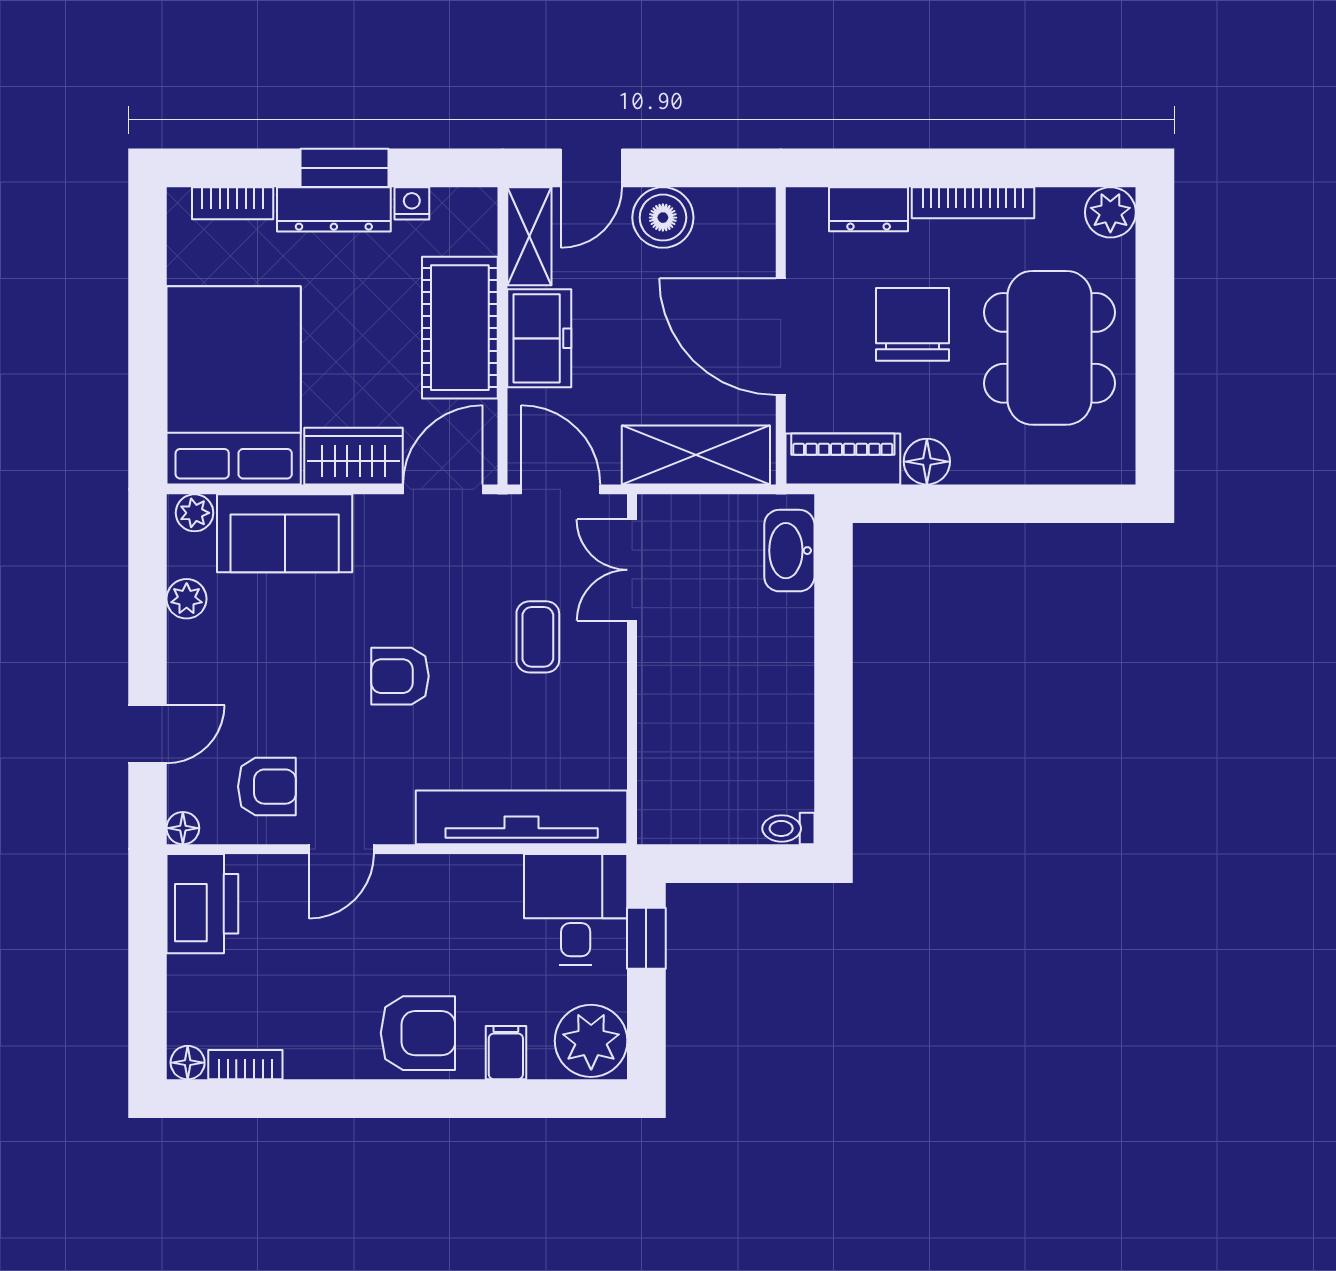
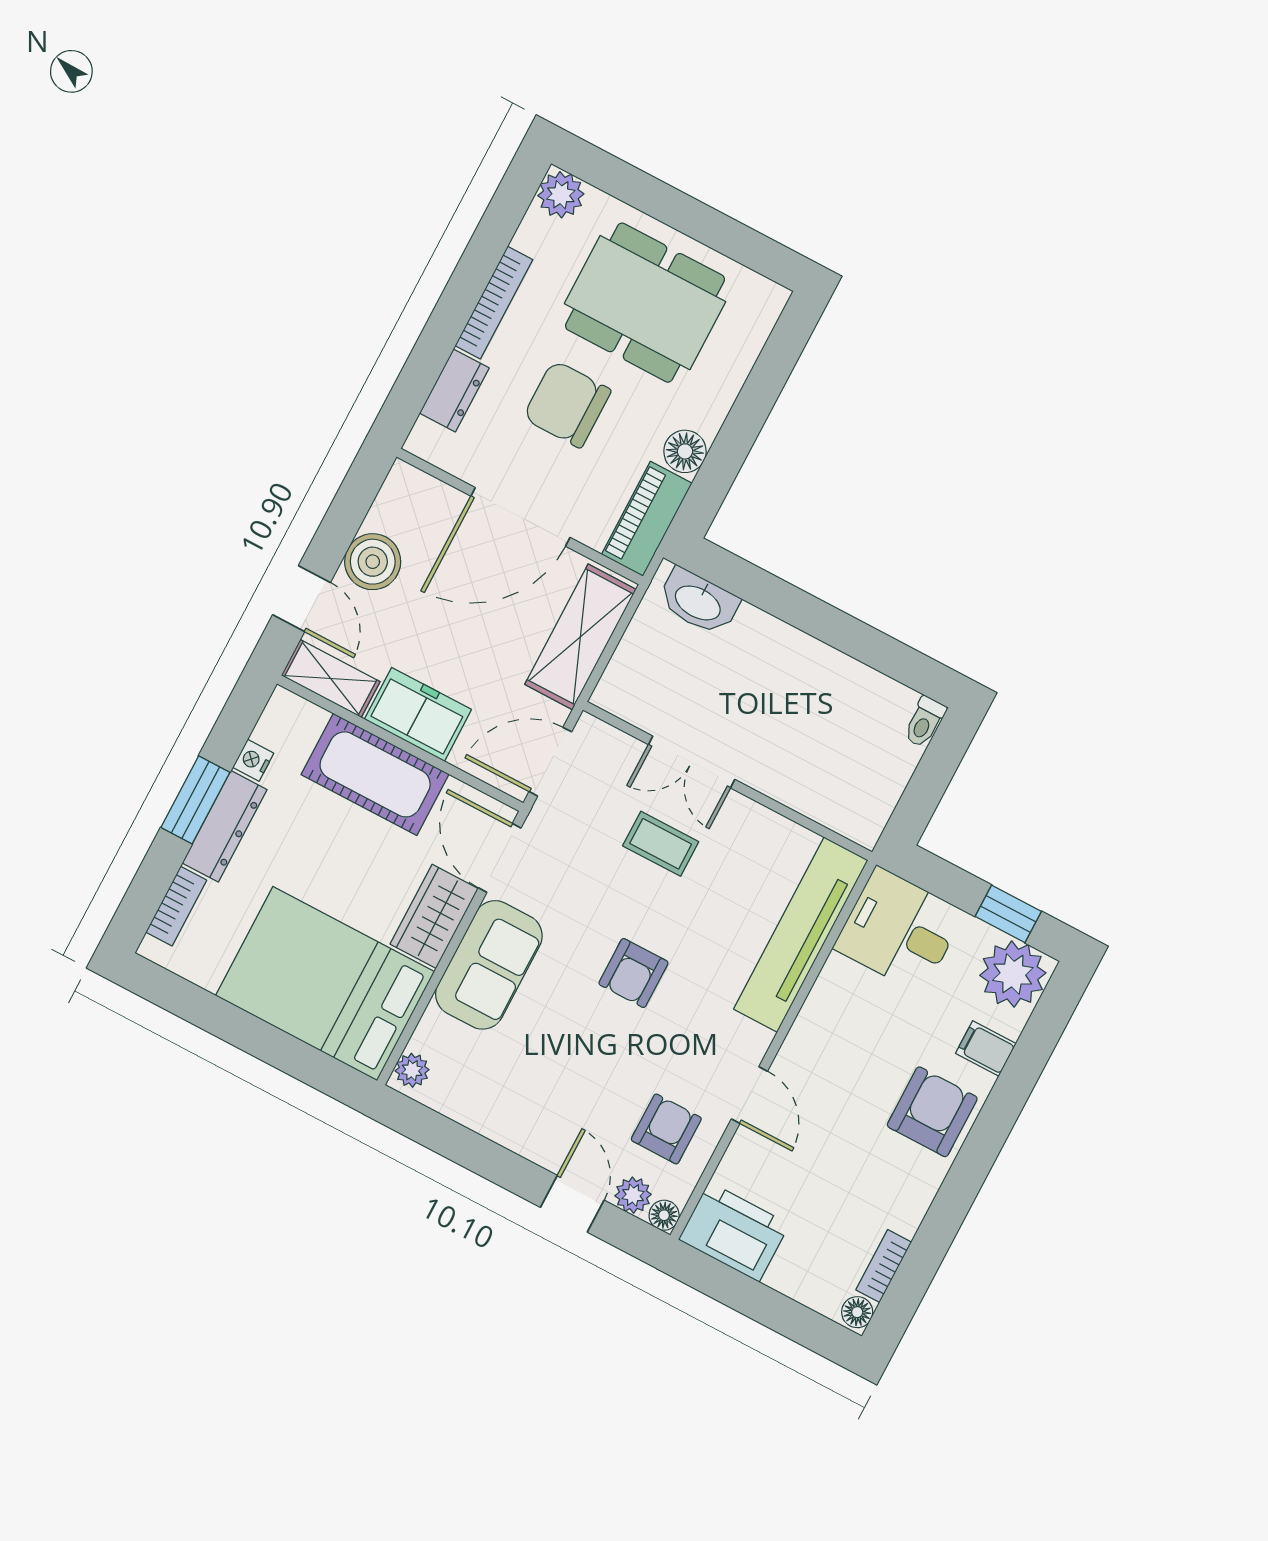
sofa: (285, 533) -> (489, 965), moved
double door: (632, 570) -> (692, 762), moved
plant: (187, 599) -> (633, 1195), moved
window: (646, 938) -> (1008, 914), moved

